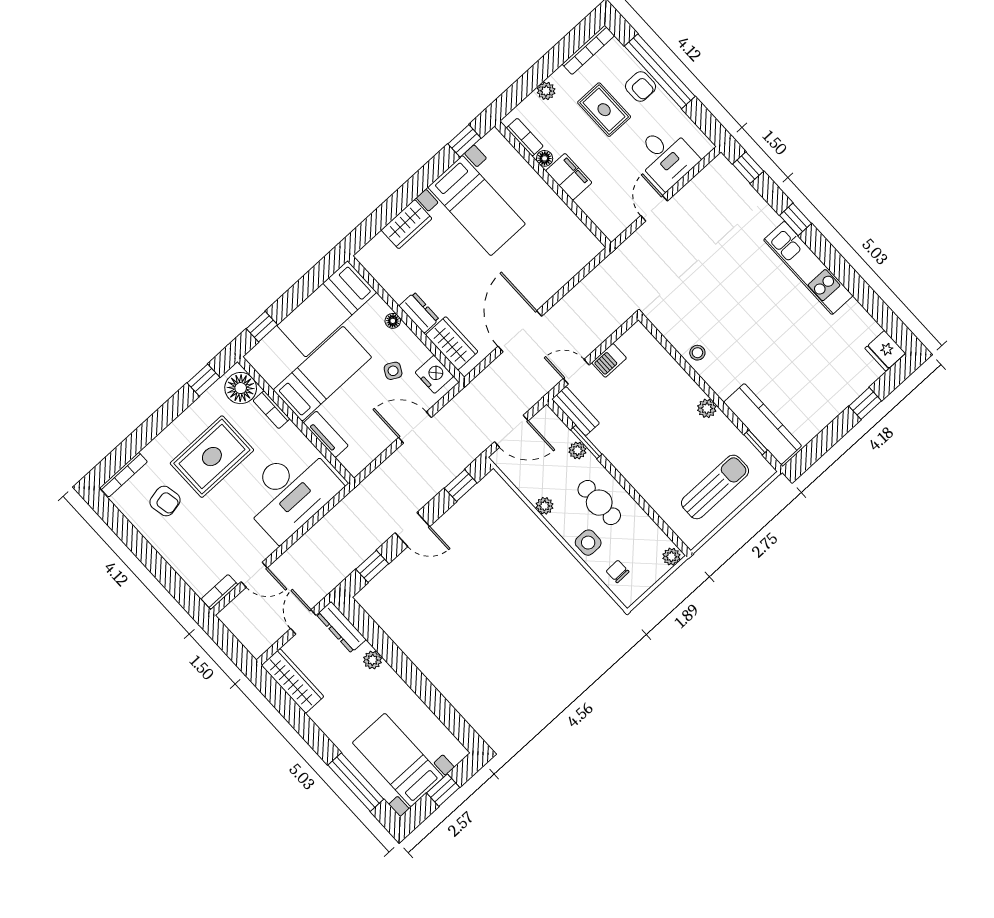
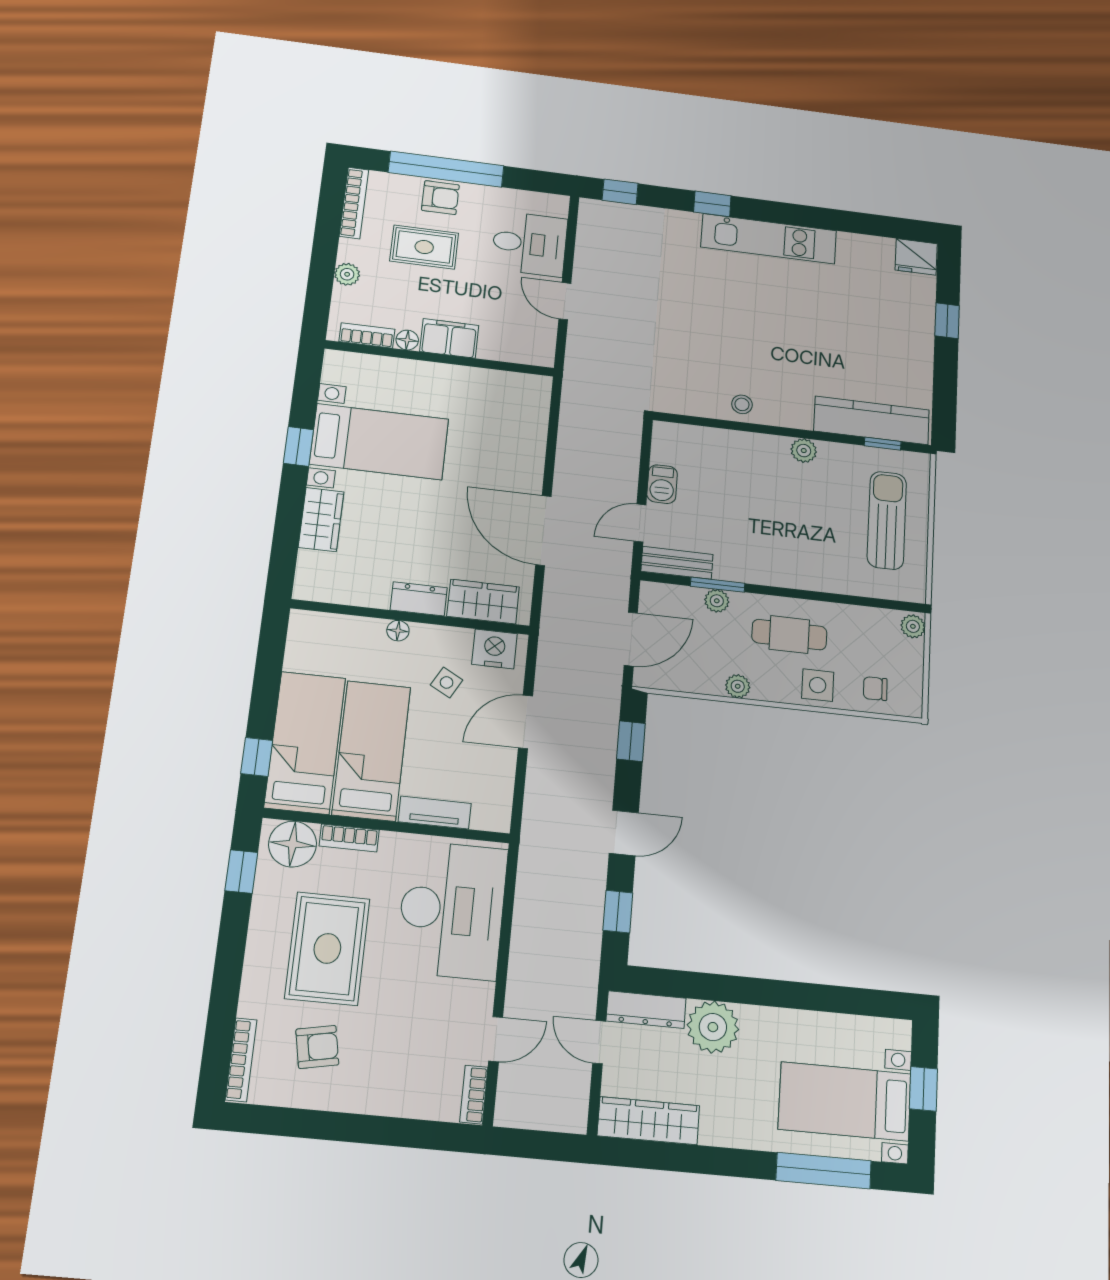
window: (464, 141) -> (298, 446), moved
bed: (327, 309) -> (305, 742), moved, turned 180
plant: (373, 660) -> (713, 1027), width x1.87, depth x1.87

